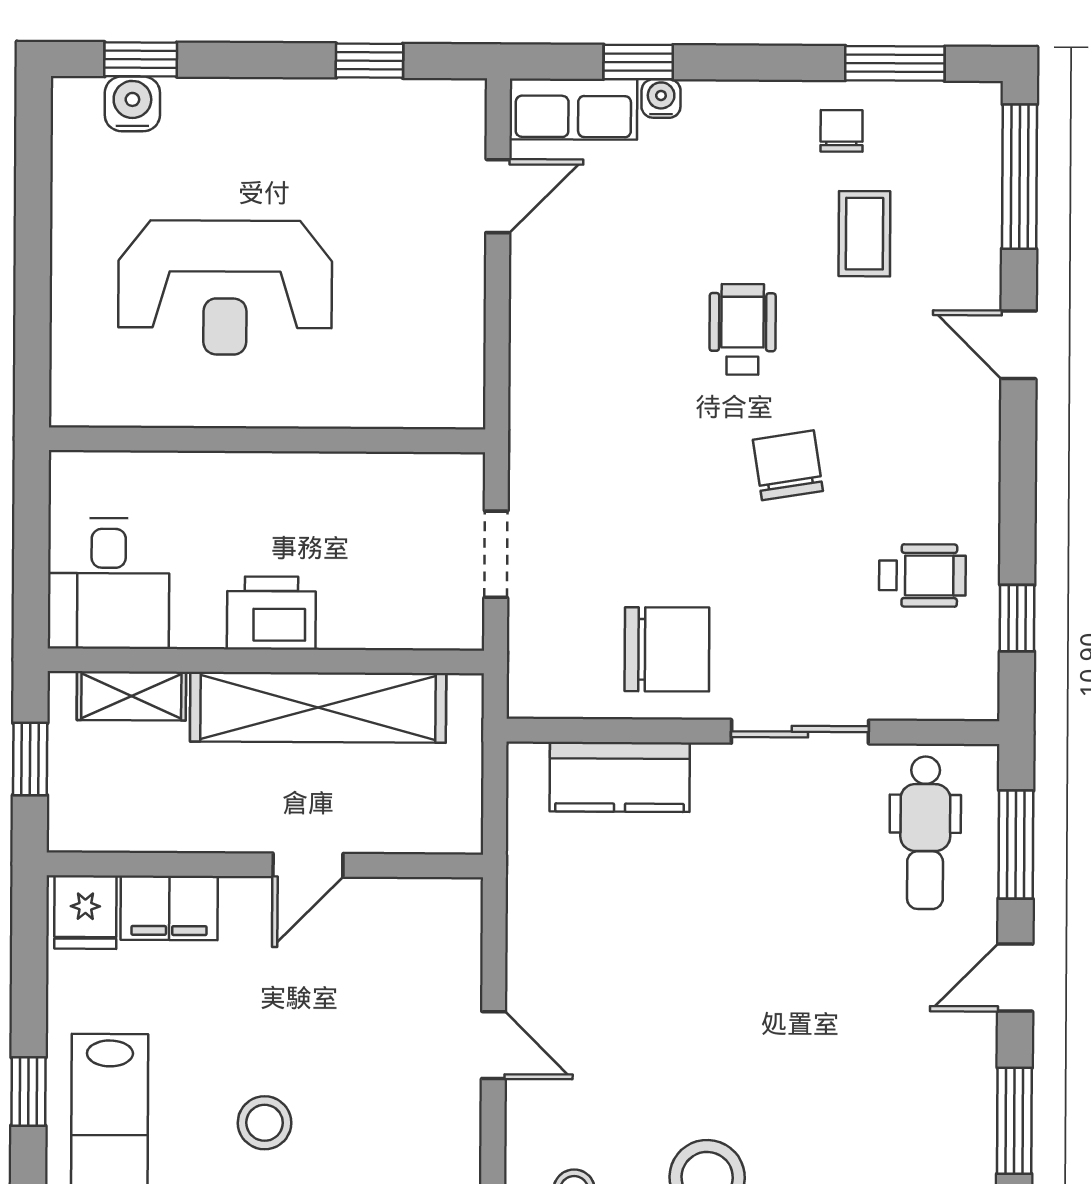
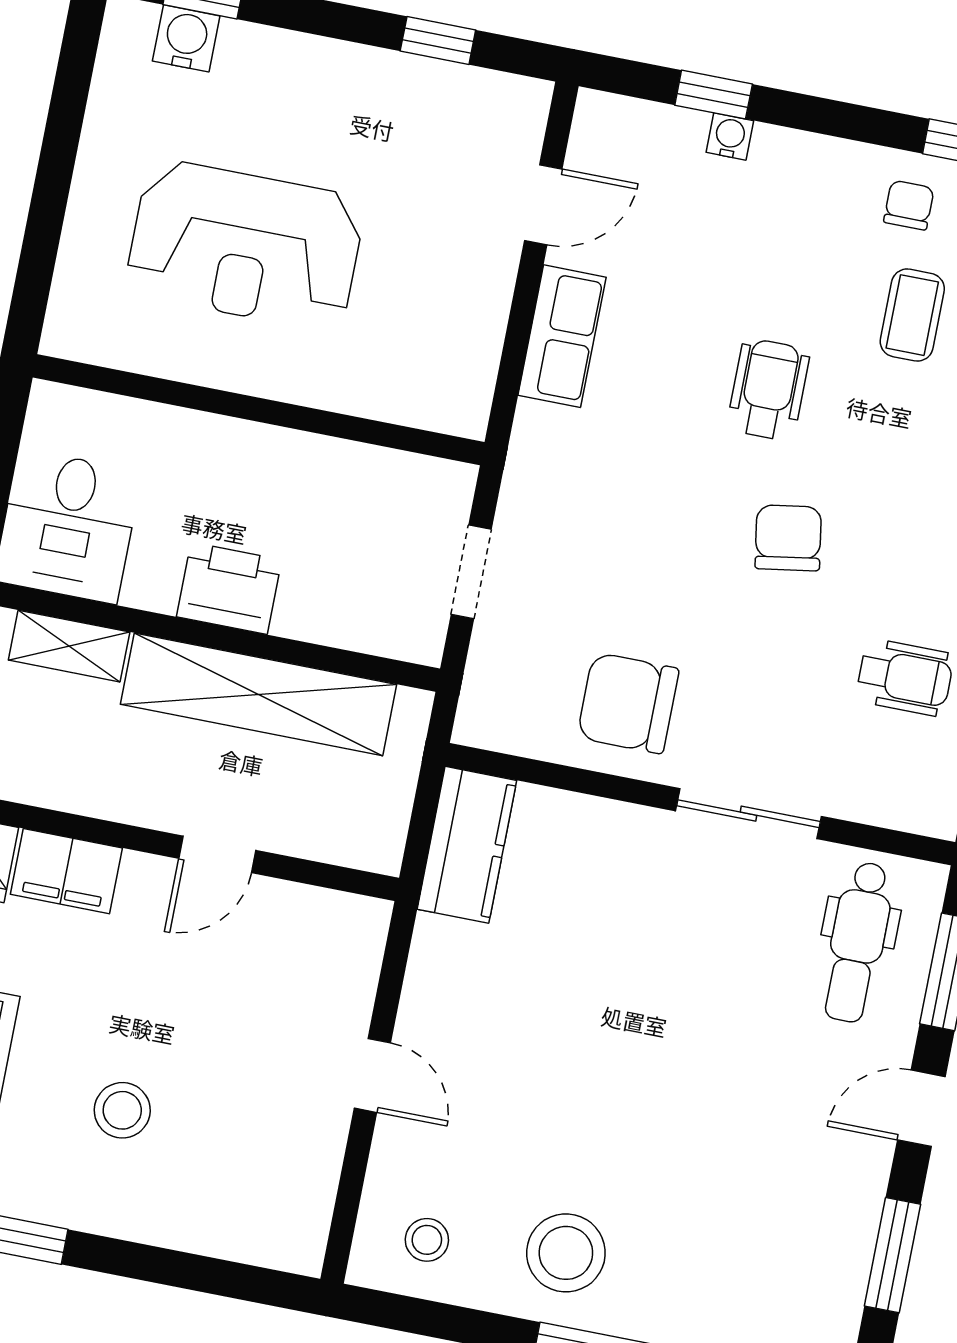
row of seats: (573, 109) -> (562, 336), moved, turned -90
chair: (667, 649) -> (628, 703), turned 180
kitchen counter: (620, 777) -> (467, 845), moved, turned -90

